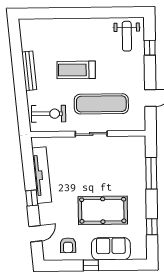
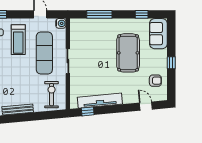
treadmill: (76, 70) -> (18, 40), moved
water cooler: (139, 124) -> (61, 23), added
window: (32, 198) -> (88, 111), moved
sofa: (111, 249) -> (158, 34), moved

